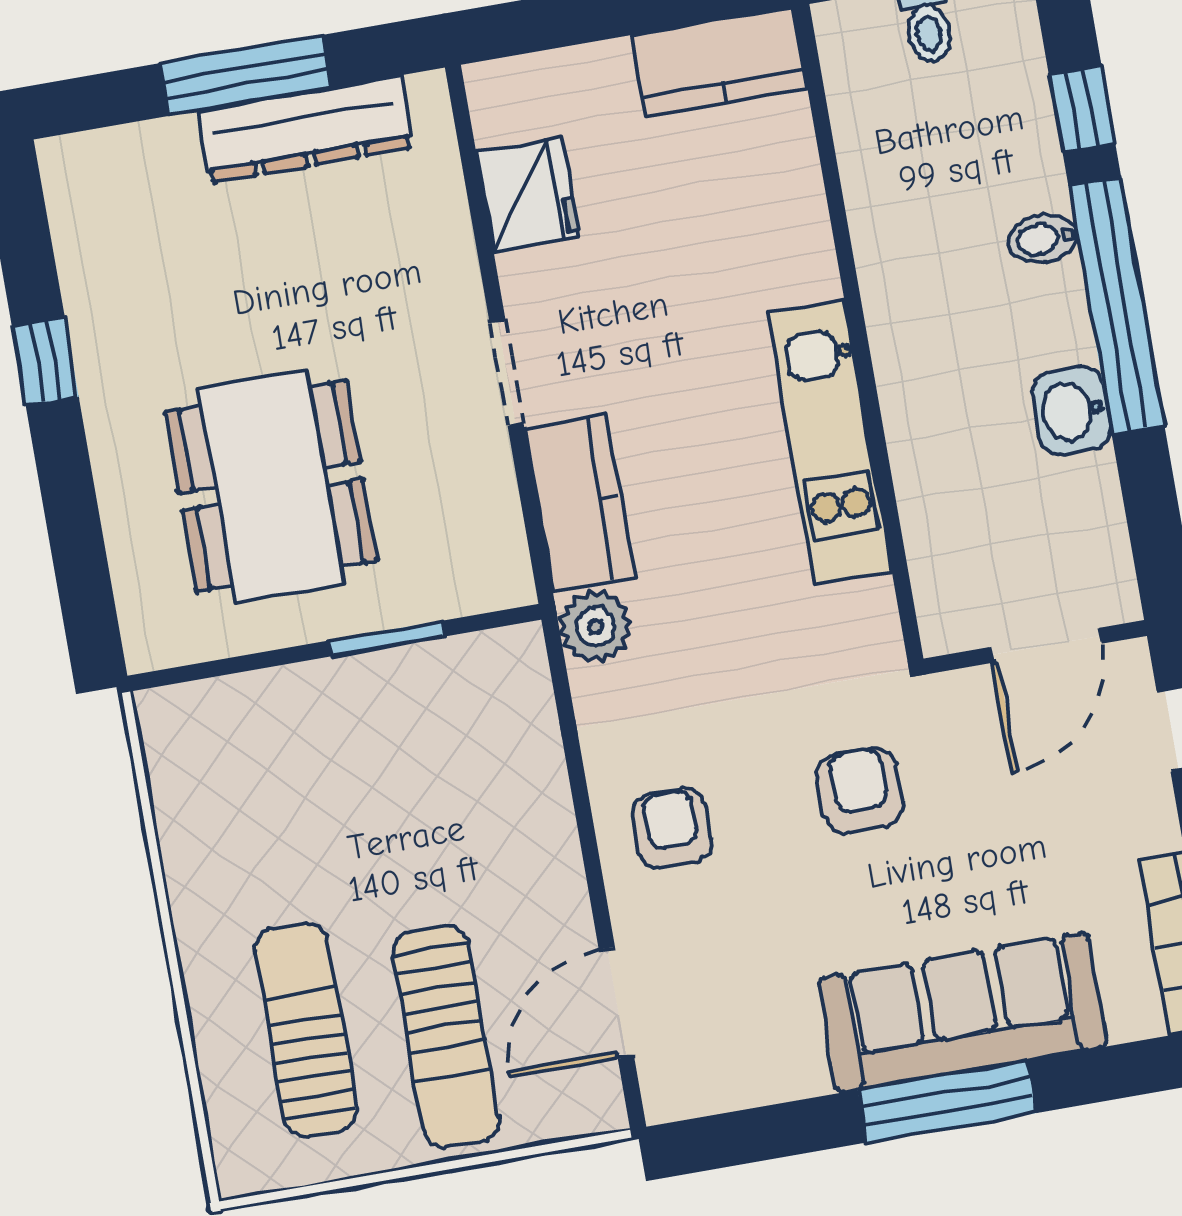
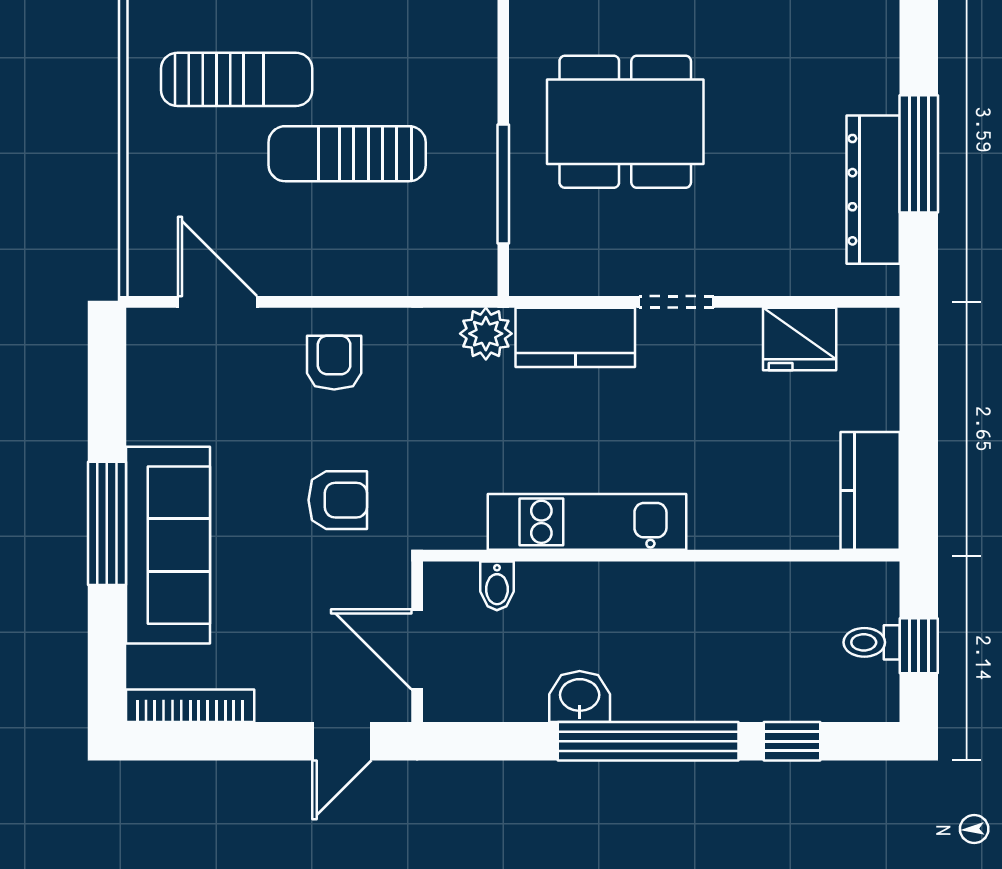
bidet: (1043, 239) -> (497, 586), moved, turned 180
window: (386, 639) -> (503, 184), width x1.44
armchair: (672, 828) -> (334, 363), turned -90
sun lounger: (446, 1036) -> (347, 154), moved

